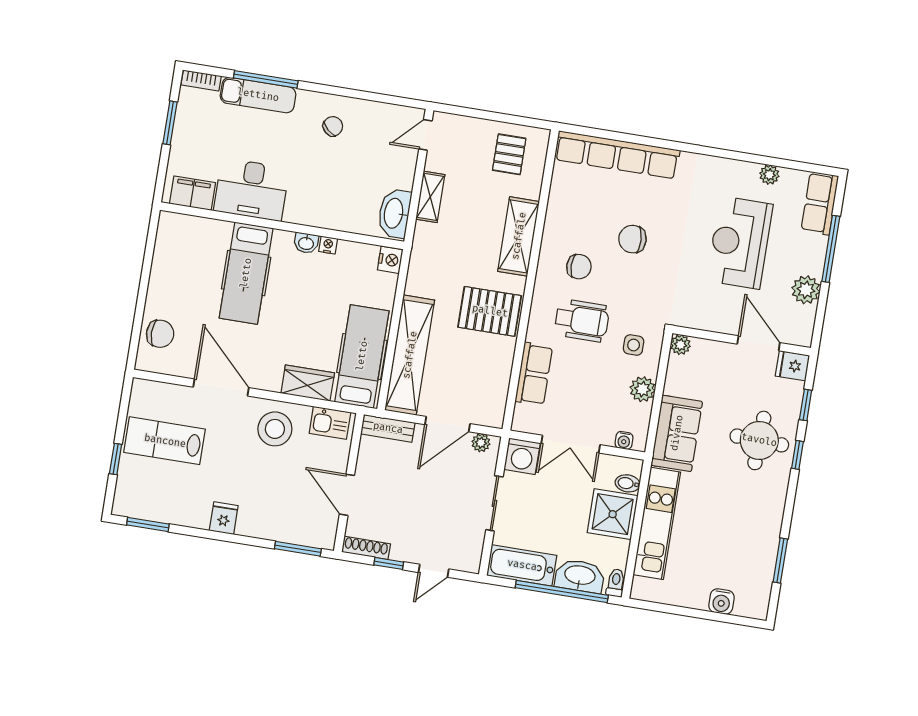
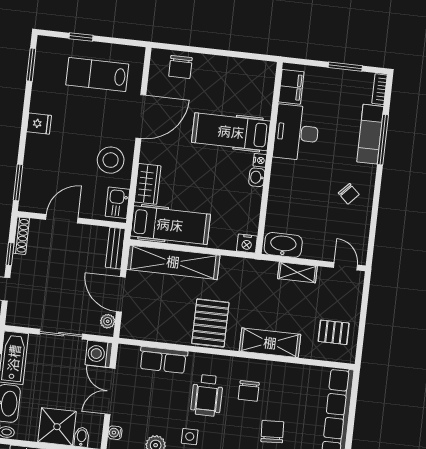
nightstand: (328, 245) -> (260, 160), moved
lab bench: (165, 441) -> (97, 75), turned -90

